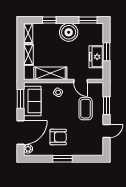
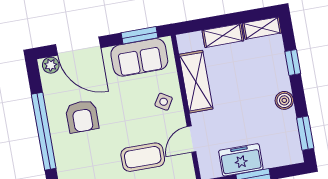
boiler: (69, 32) -> (284, 100), width x0.54, depth x0.54
window: (63, 159) -> (44, 131), width x2.11

